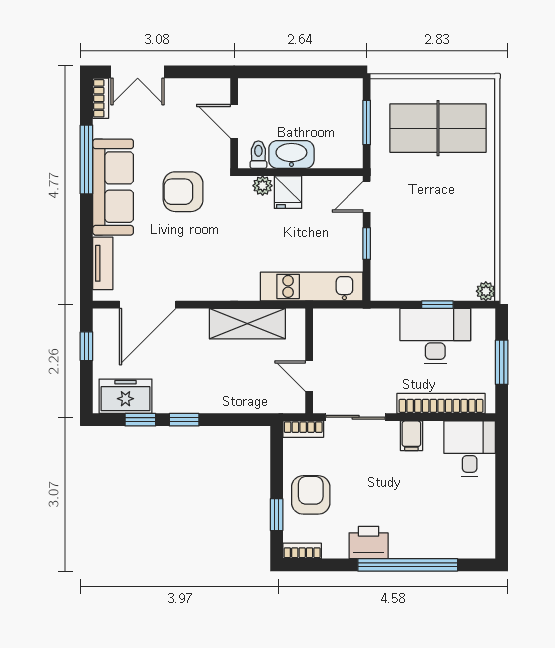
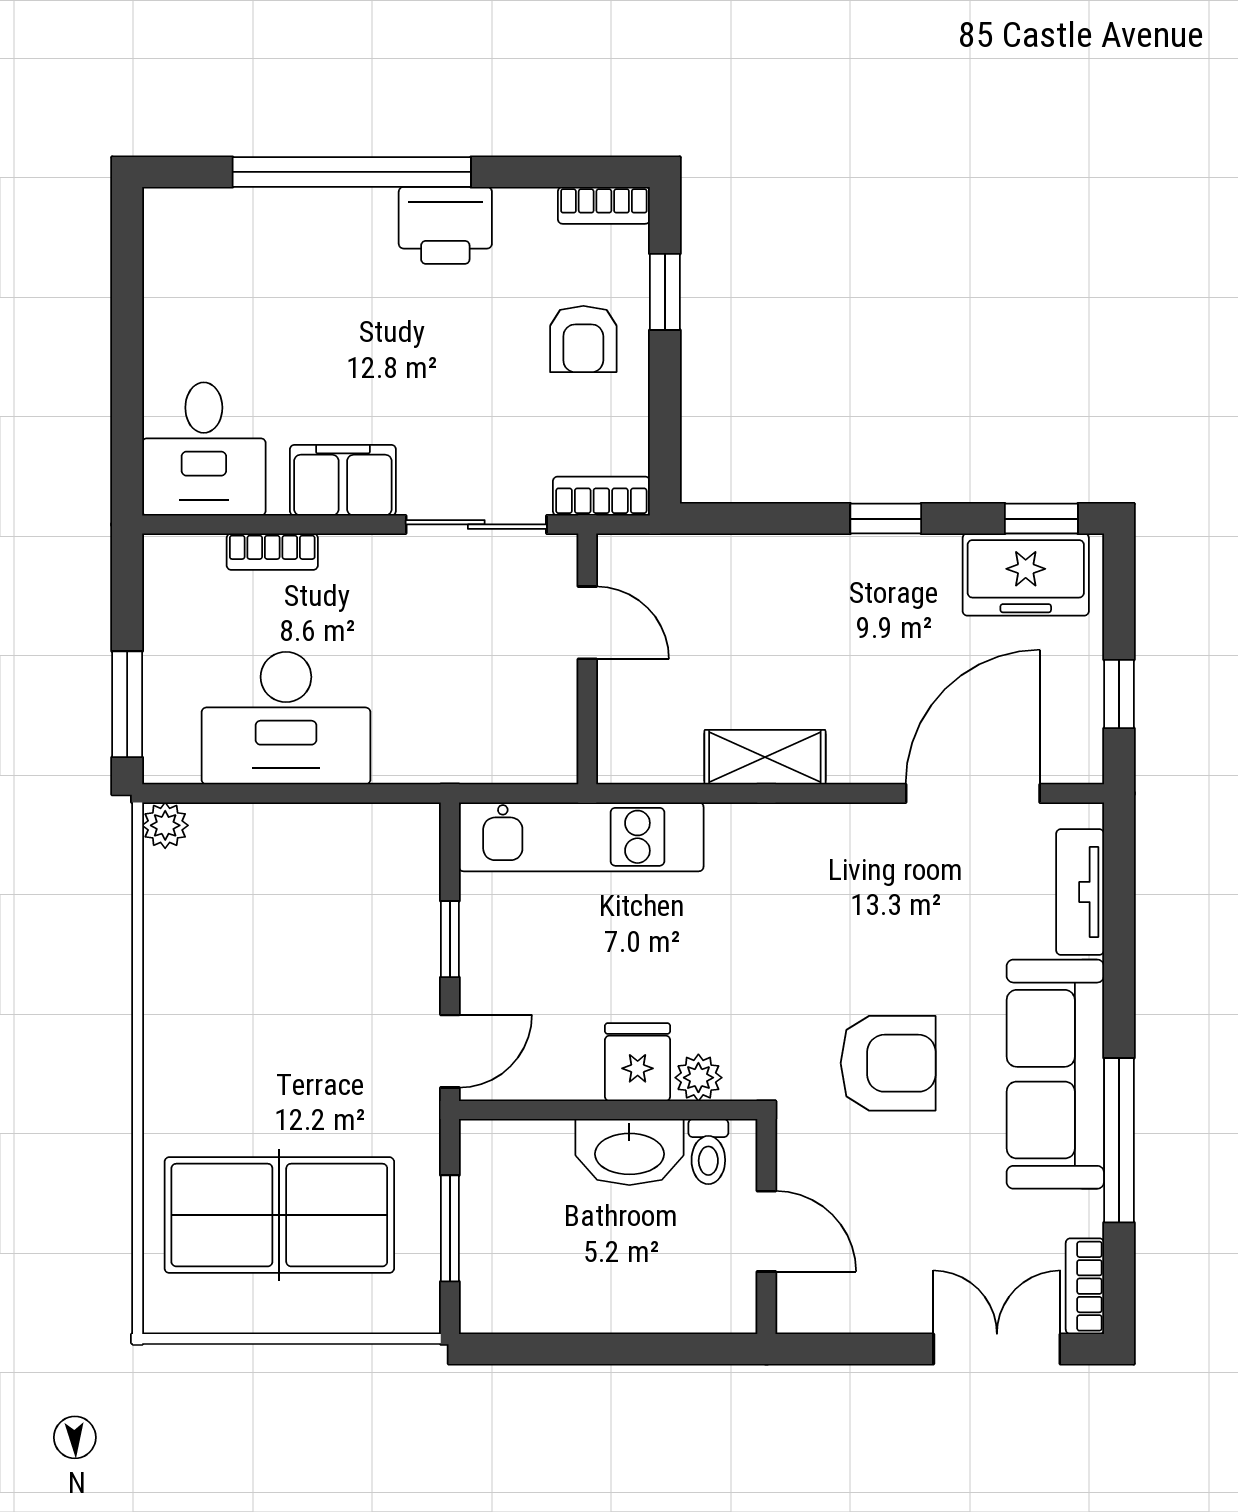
window: (437, 305) -> (281, 793), removed
shelving: (247, 324) -> (765, 757), width x0.67, depth x0.75
window: (502, 362) -> (127, 704), moved
bookcase: (441, 403) -> (272, 552), width x0.43, depth x0.76
window: (140, 420) -> (1041, 519), moved
filing cabinet: (411, 436) -> (343, 480), width x2.00
armchair: (311, 495) -> (583, 339), width x0.72, depth x0.72

